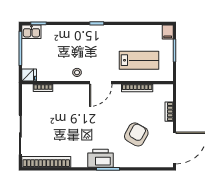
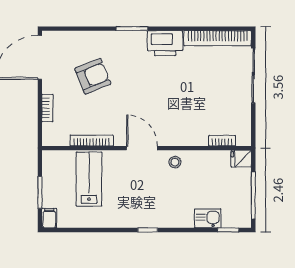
kitchen sink: (31, 32) -> (208, 218), moved
lab bench: (139, 60) -> (89, 179), turned 90
door: (101, 83) -> (142, 148), hinge flipped
armchair: (136, 134) -> (93, 76), turned -141
printer: (101, 158) -> (165, 43), moved

